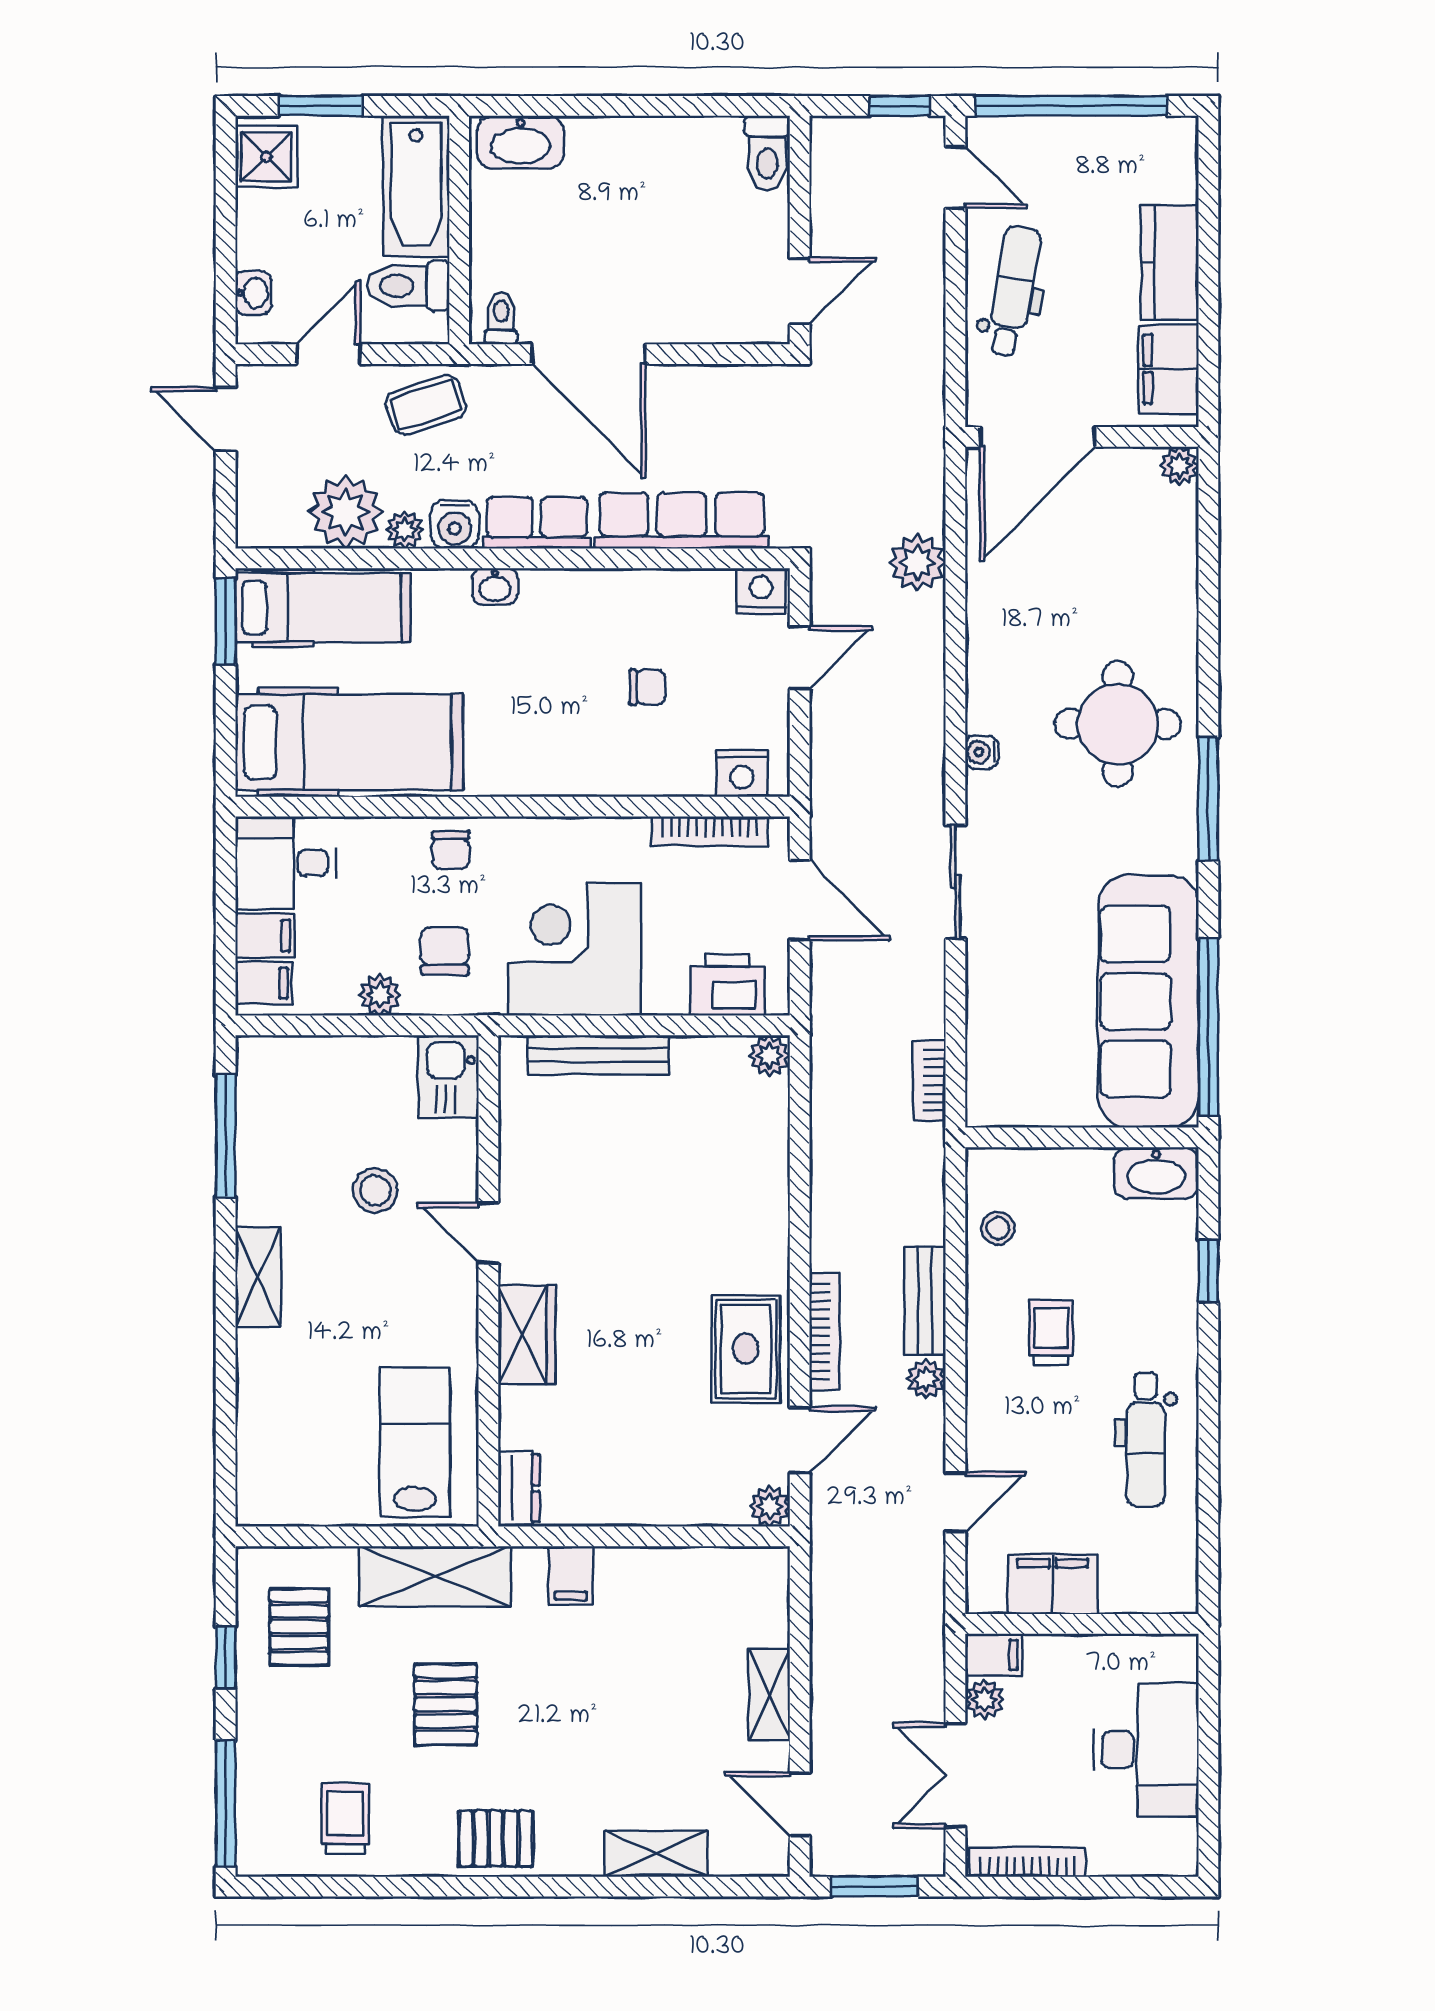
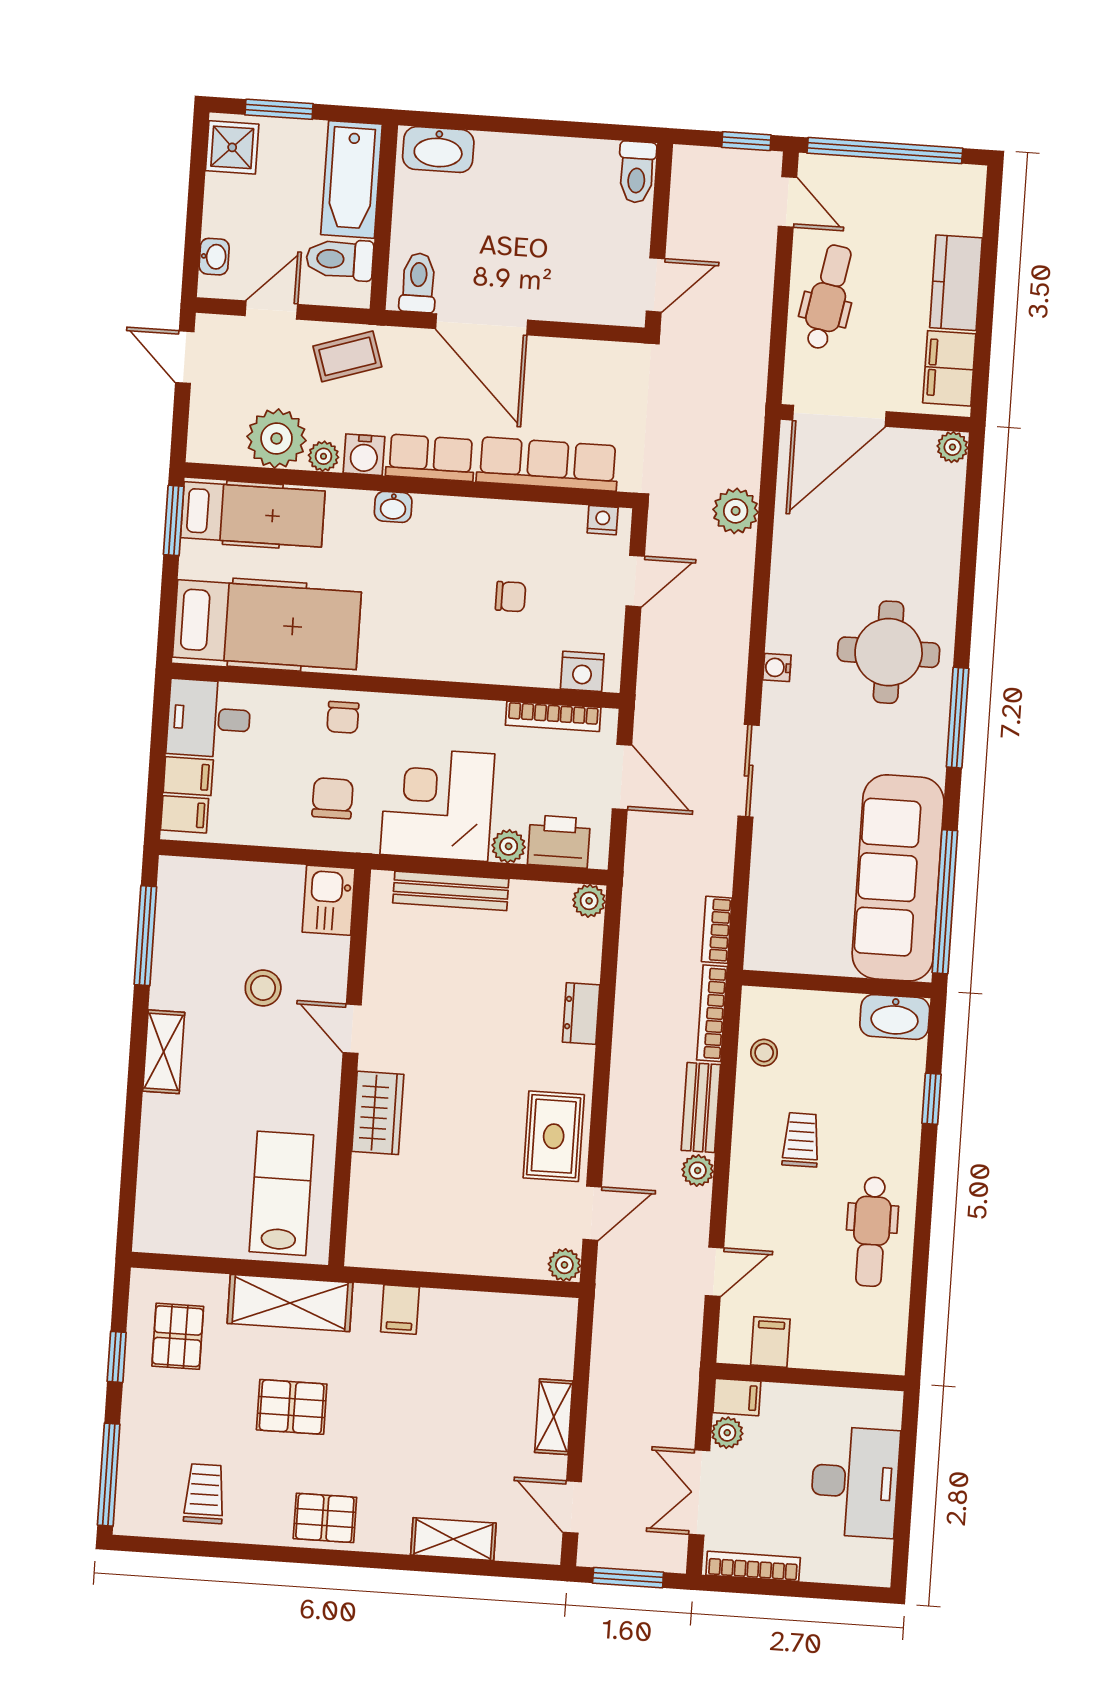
toilet: (501, 318) -> (418, 283), width x1.37, depth x1.39
nightstand: (761, 591) -> (603, 520), width x0.72, depth x0.74
plant: (380, 995) -> (509, 846), moved
bookcase: (824, 1332) -> (712, 1013), moved, turned 180
dresser: (519, 1488) -> (581, 1013), moved, turned 180
filing cabinet: (1053, 1584) -> (770, 1342), width x0.50
pallet: (446, 1704) -> (292, 1407), turned 90

